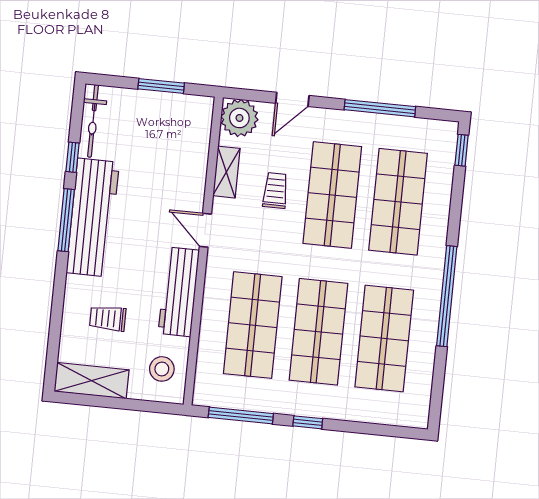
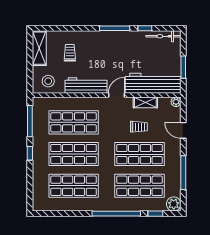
plant: (239, 118) -> (176, 102), width x0.53, depth x0.53
plant: (443, 135) -> (174, 204), added
window: (462, 150) -> (155, 214), moved
workbench: (93, 217) -> (153, 83), moved, turned 180
window: (447, 296) -> (116, 214), moved

